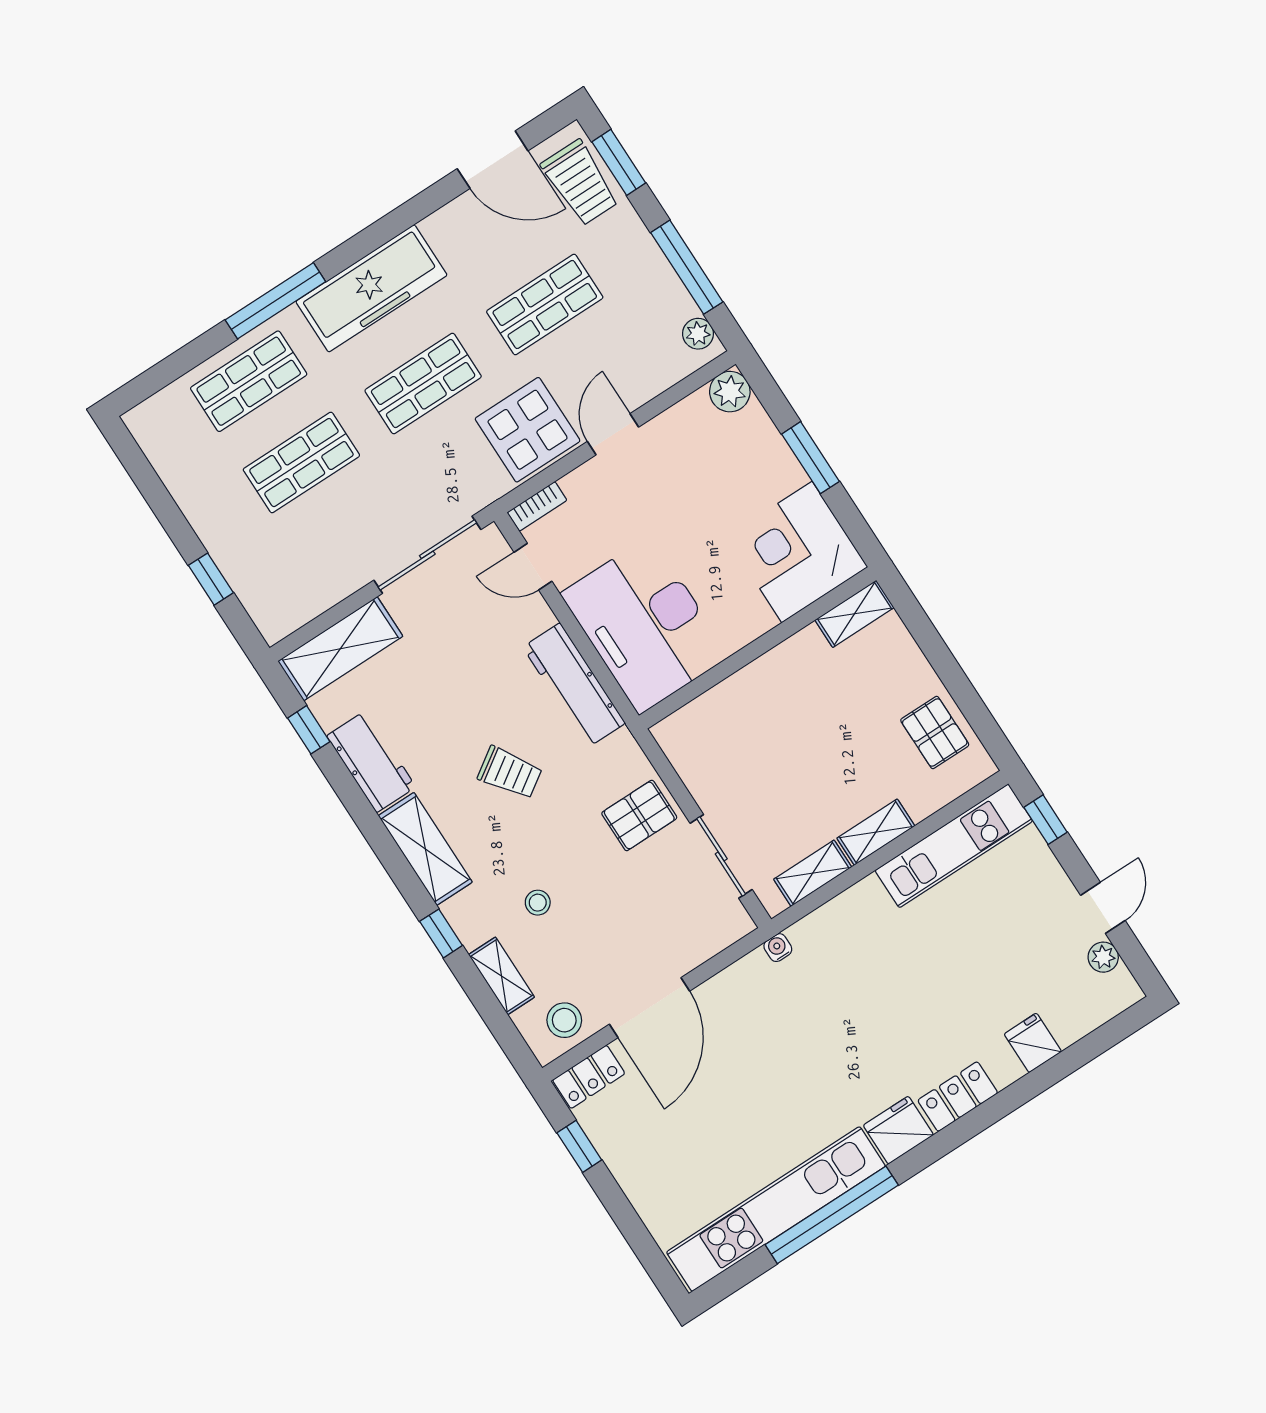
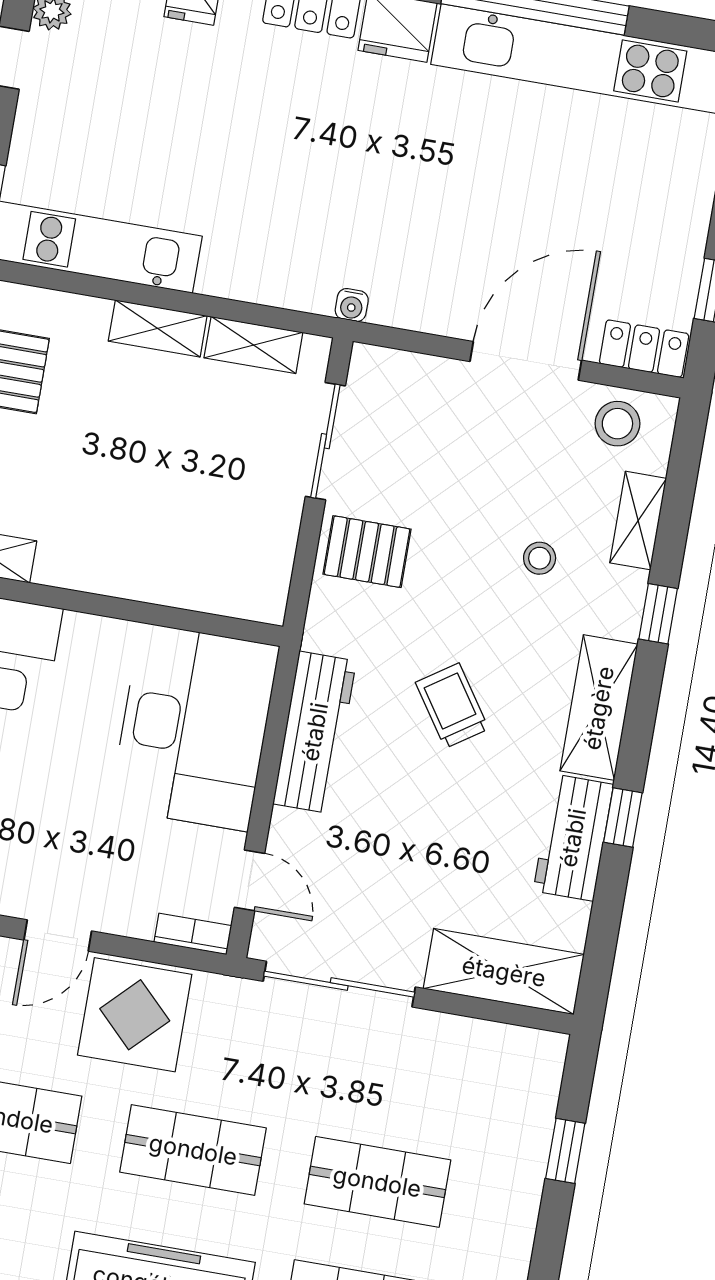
window: (309, 730) -> (623, 817), moved

